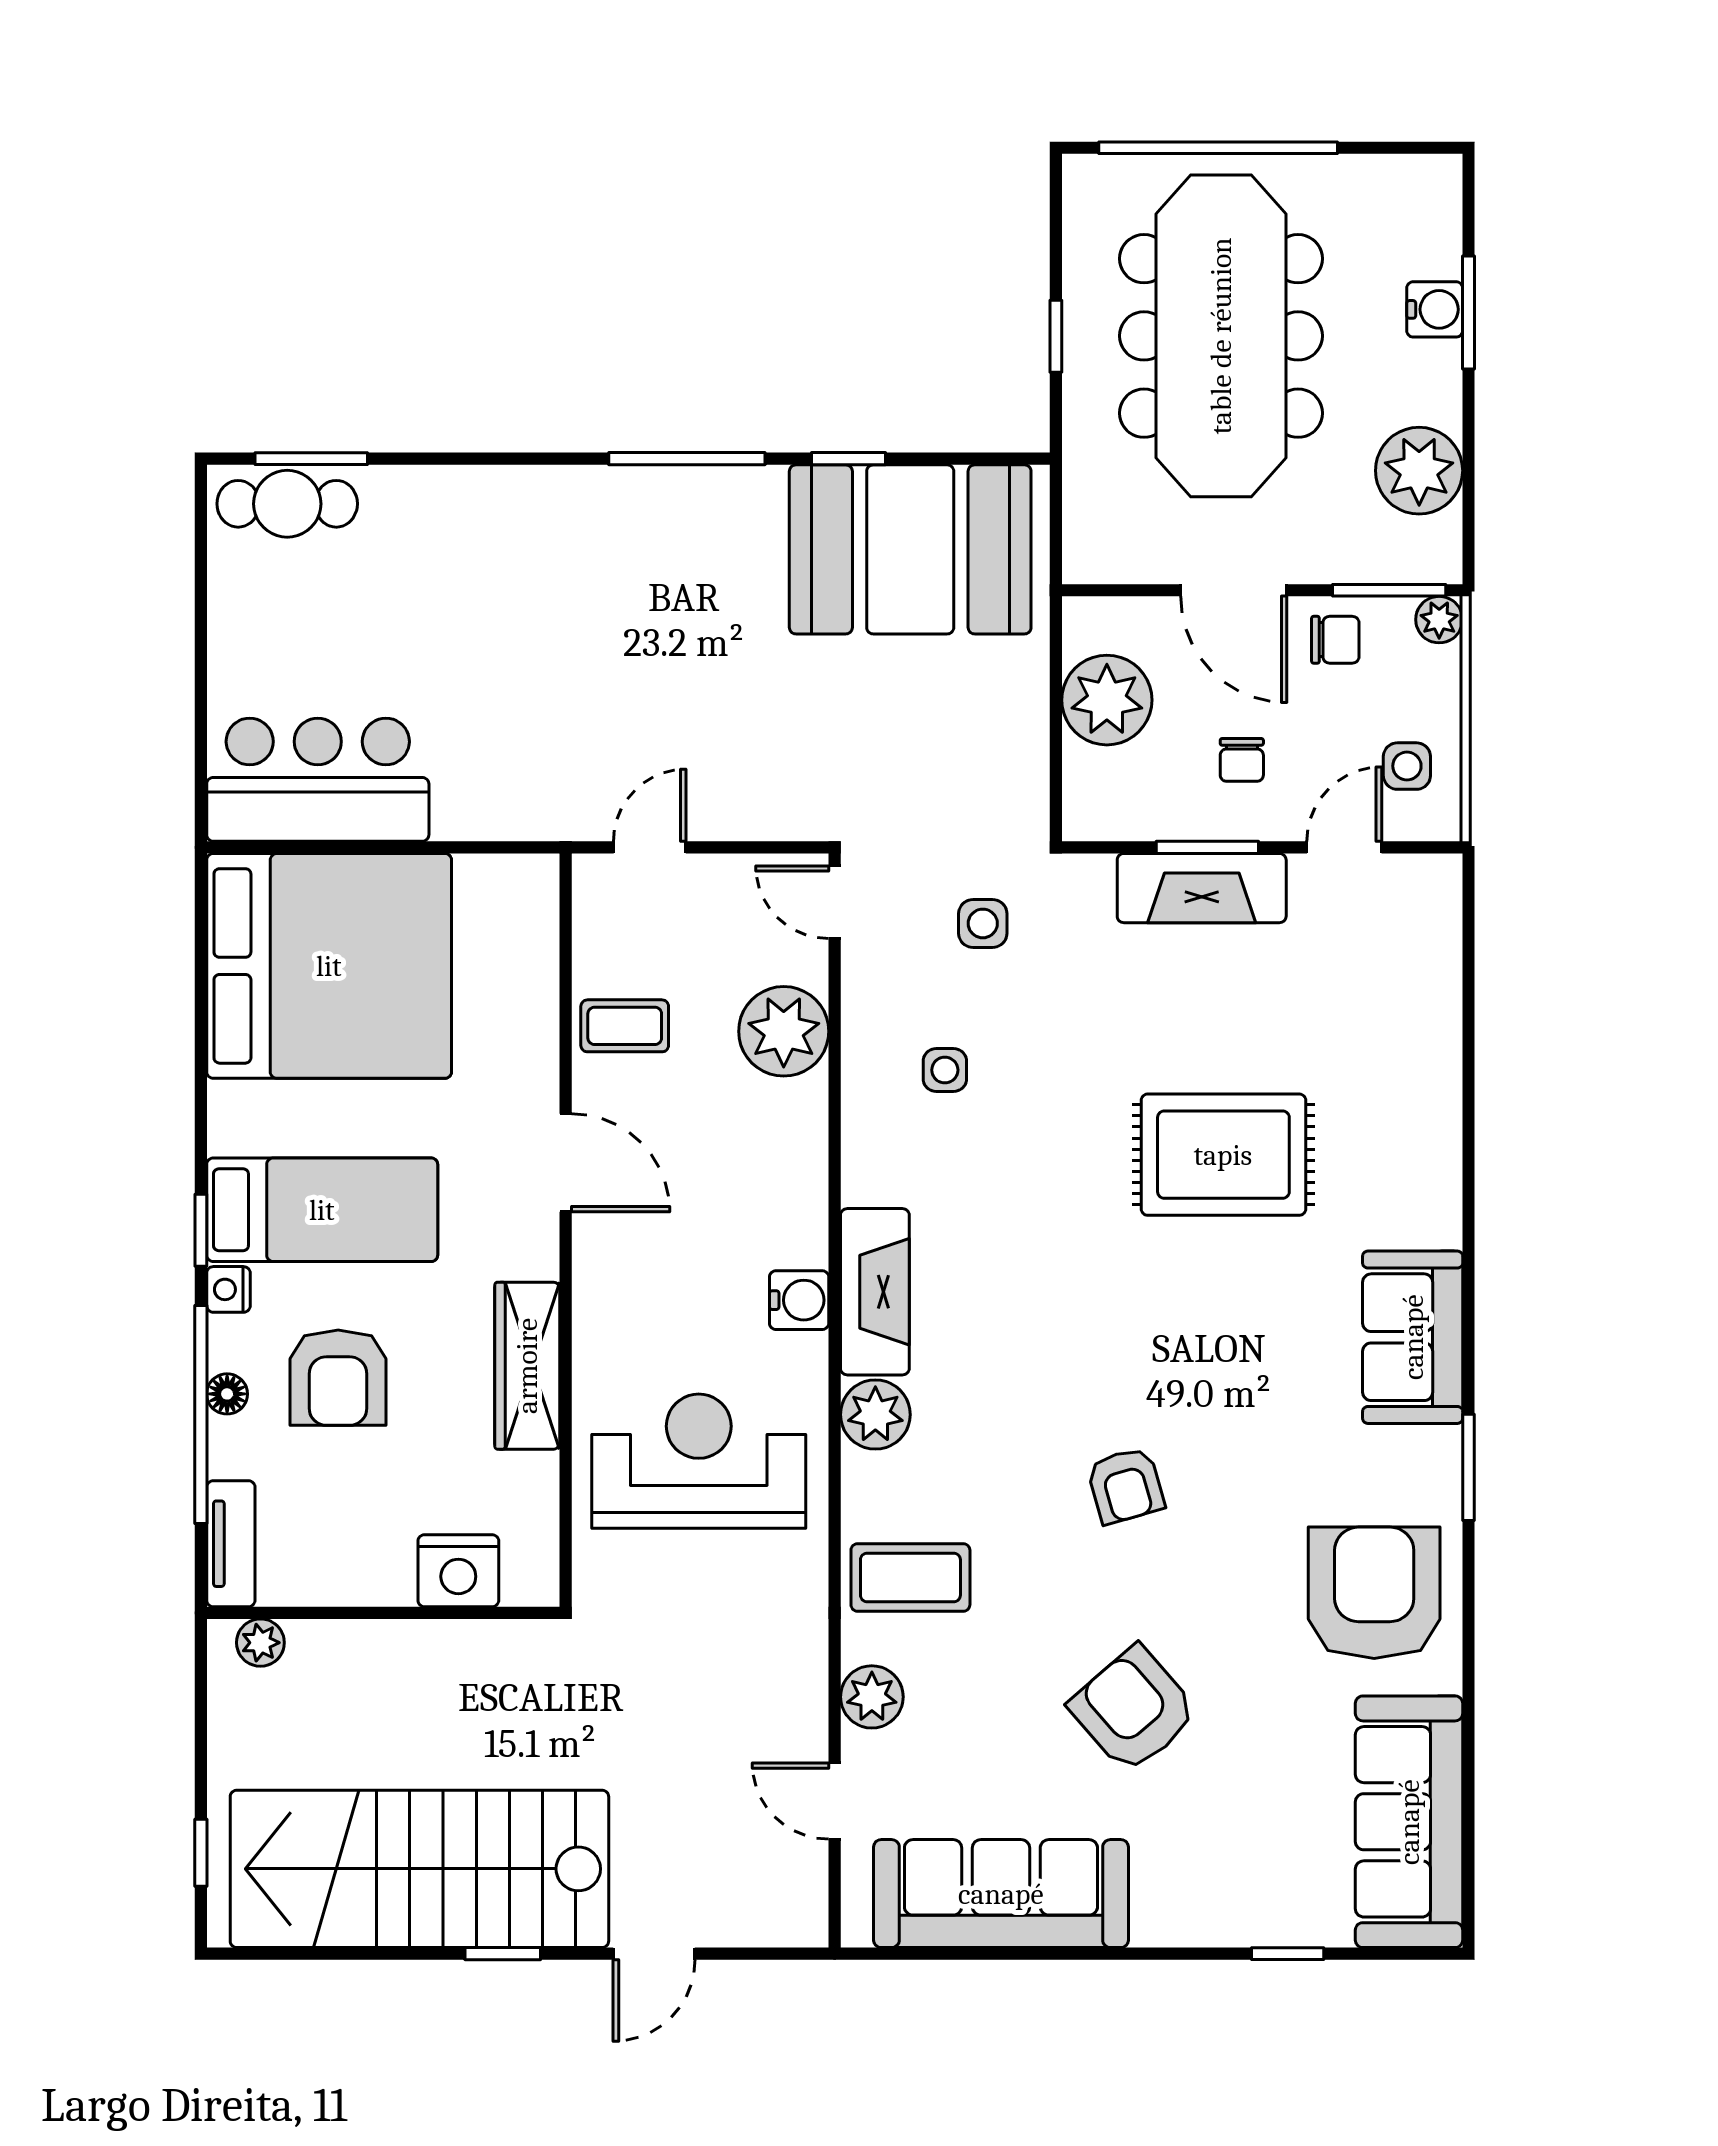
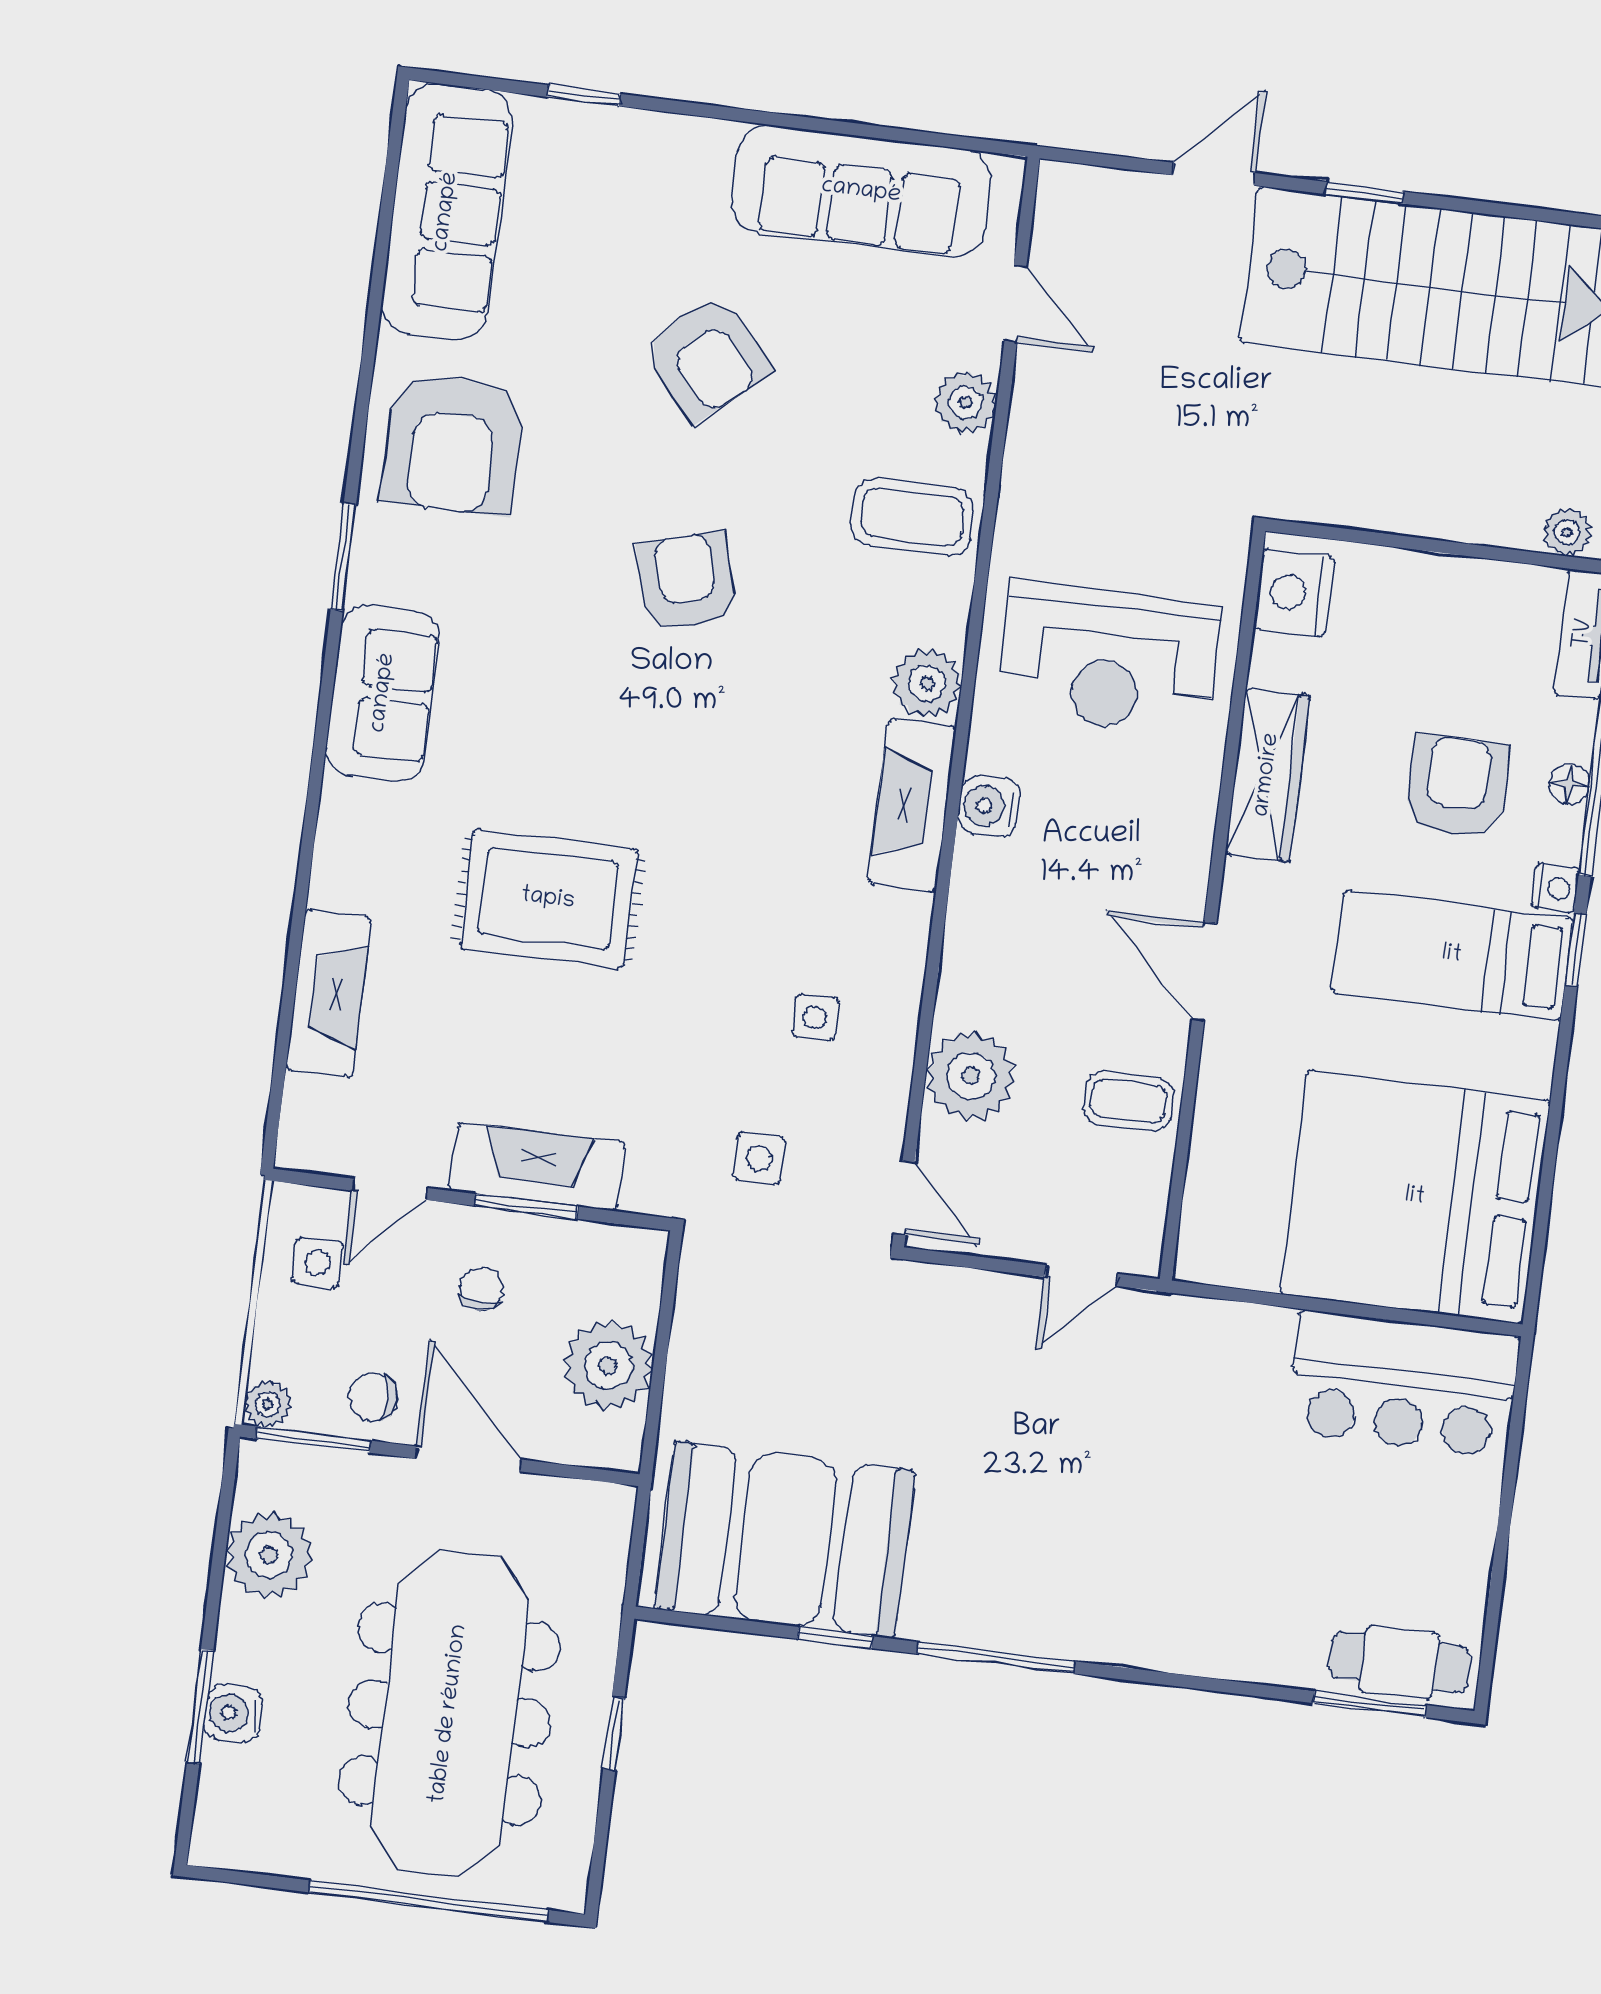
fireplace: (1429, 1034) -> (329, 994), added
armchair: (1126, 1486) -> (687, 581), width x1.38, depth x1.38
nightstand: (458, 1571) -> (1294, 593), moved, turned -90

